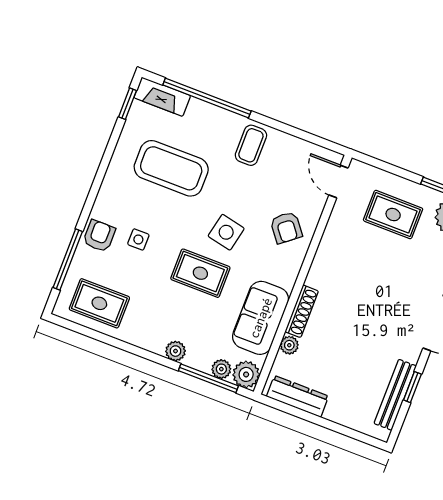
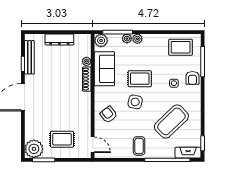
coffee table: (171, 168) -> (171, 121), turned -44
plant: (221, 369) -> (127, 39), moved
dresser: (297, 396) -> (59, 39), moved

